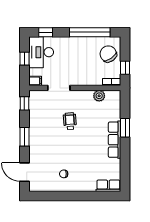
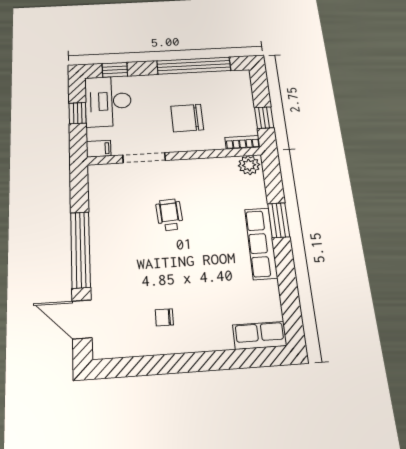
chair: (108, 54) -> (187, 118), moved, turned -55
plant: (99, 96) -> (249, 165), moved
window: (24, 103) -> (79, 188), removed
window: (24, 137) -> (80, 250), width x2.11

